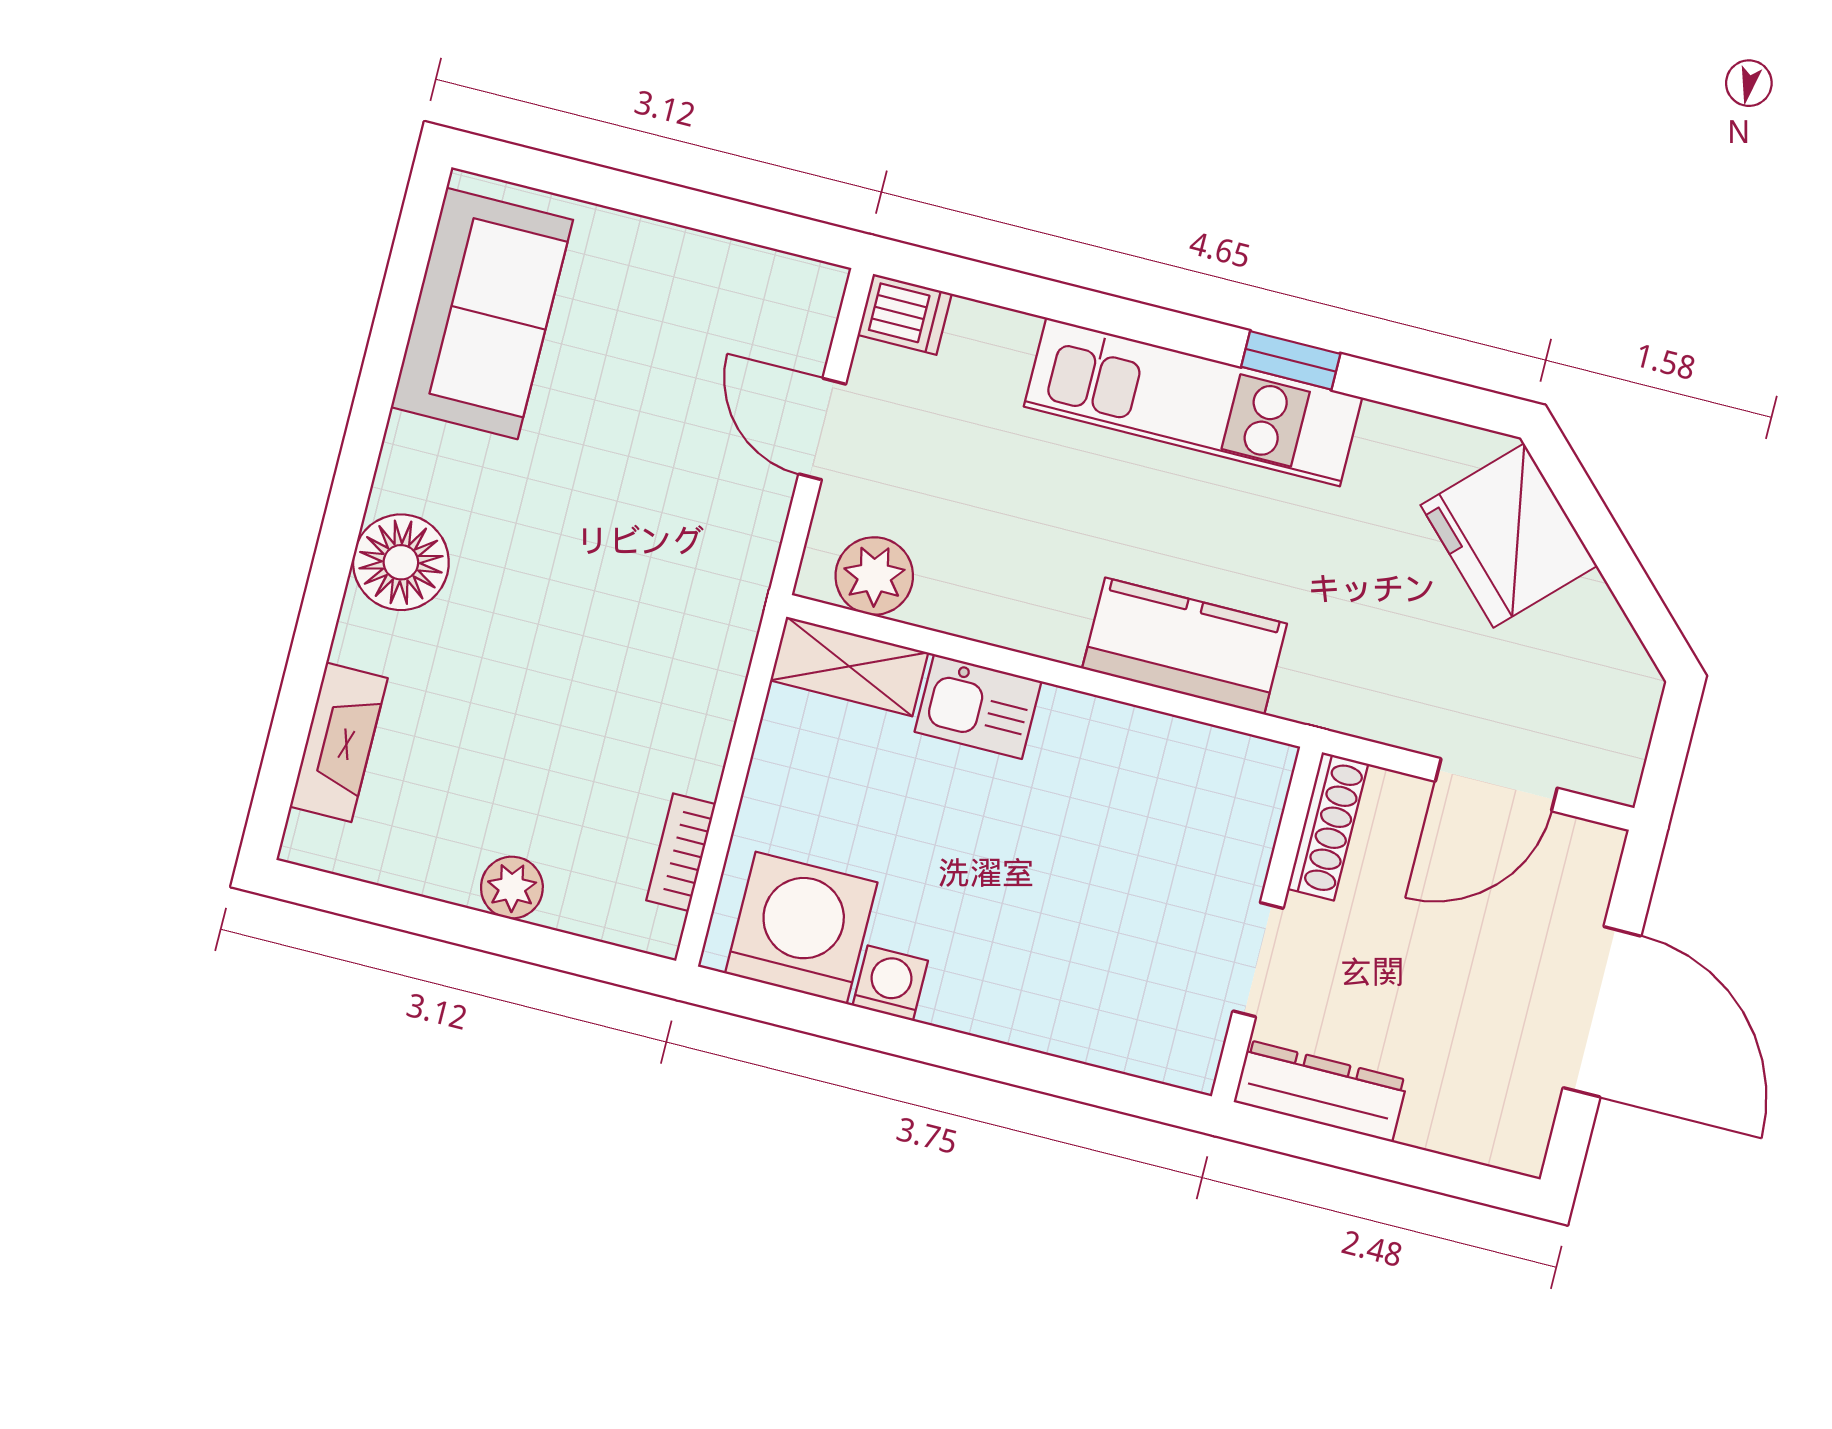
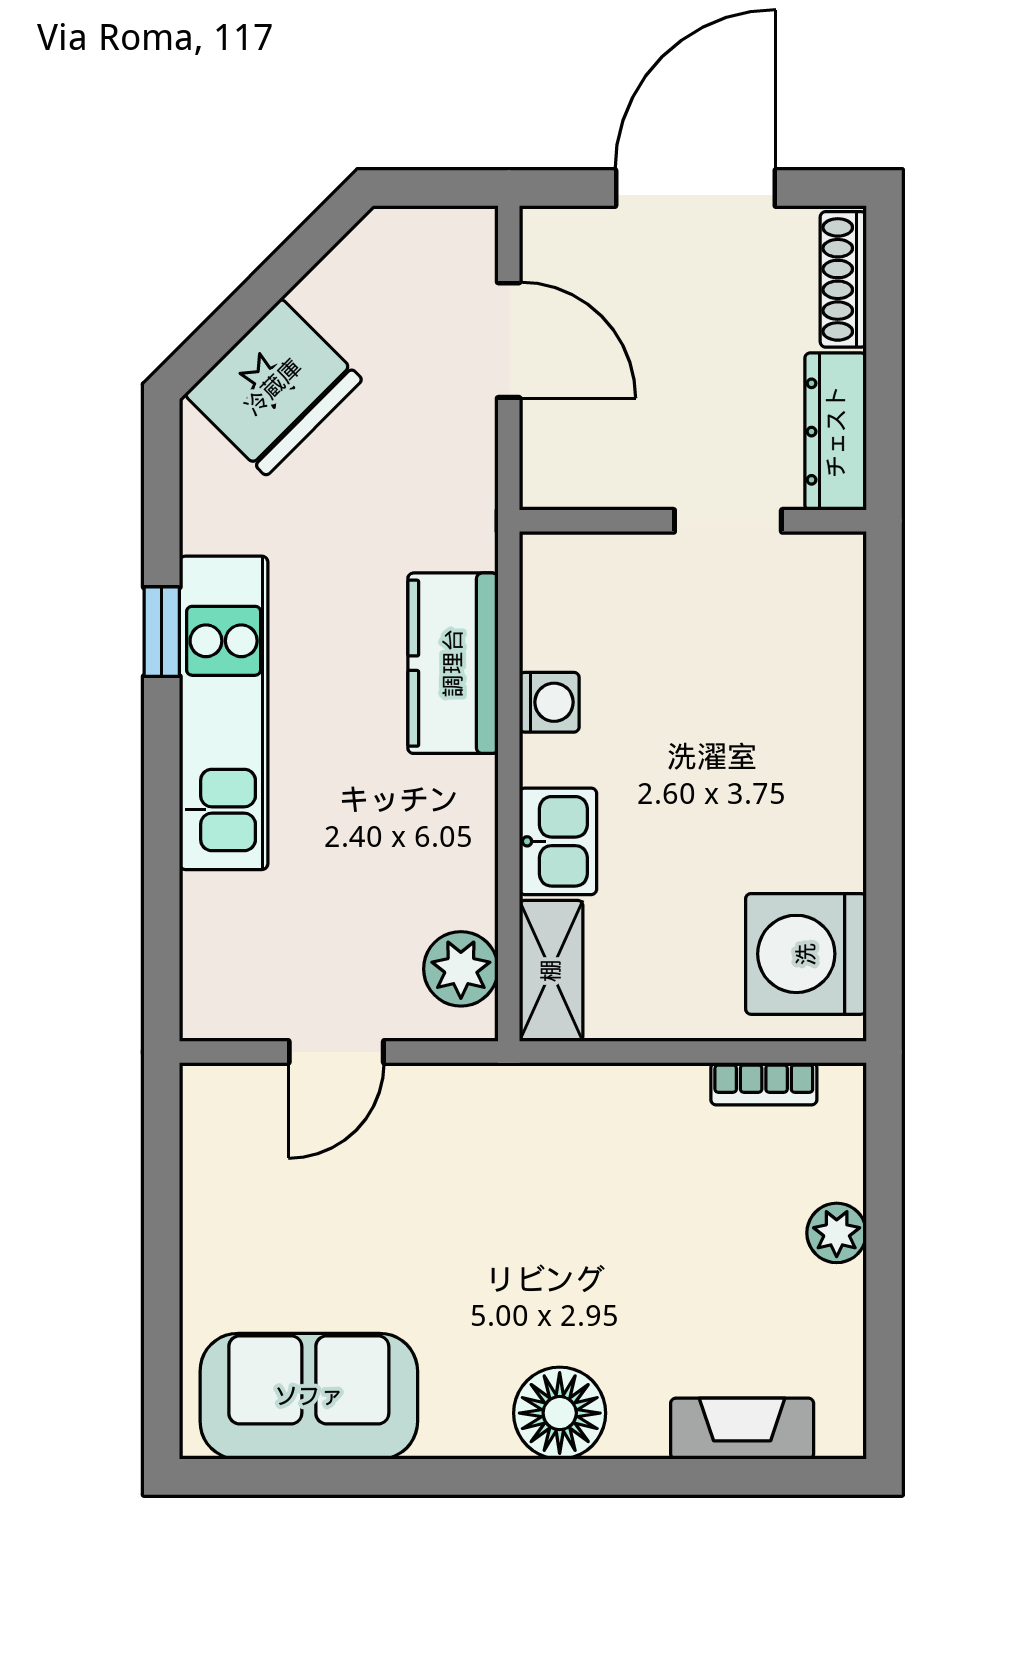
dishwasher: (905, 314) -> (210, 1002), removed
shoe rack: (1328, 826) -> (843, 279), moved, turned -90
washing machine: (890, 983) -> (549, 702), moved, turned 180

